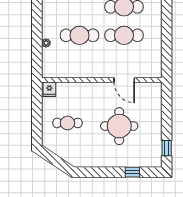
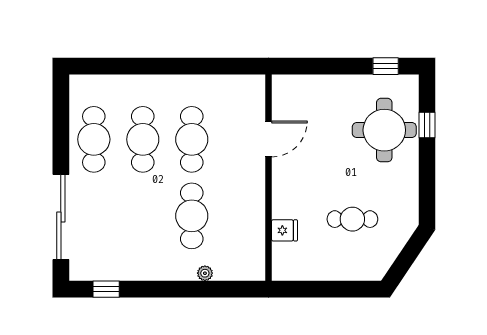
fridge: (49, 89) -> (284, 230), moved
cafe table: (67, 123) -> (352, 219), moved, turned 90
round table: (119, 126) -> (384, 130), moved

